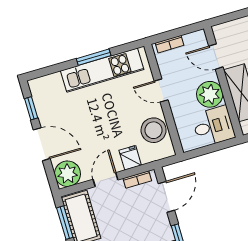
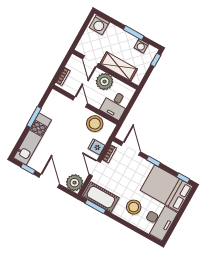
door: (216, 57) -> (90, 61), hinge flipped
kitchen unit: (102, 70) -> (33, 139), moved
door: (161, 90) -> (80, 102), swing flipped
desk: (213, 126) -> (115, 105), moved, turned 180
door: (42, 144) -> (49, 181), hinge flipped

